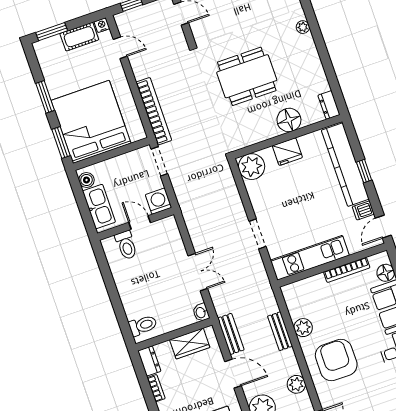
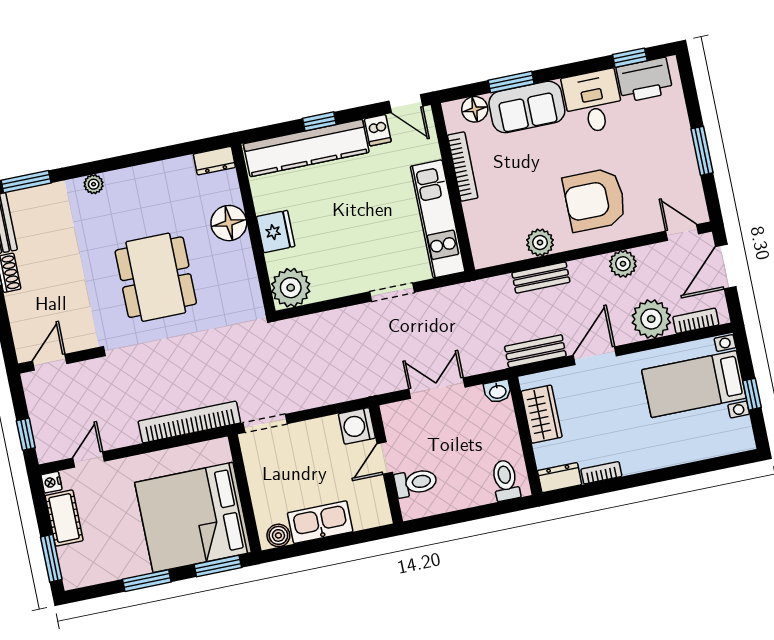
washing machine: (158, 201) -> (357, 426), moved
door: (140, 222) -> (385, 458), moved
wall: (136, 224) -> (386, 464), moved
toilet: (126, 245) -> (416, 483), moved

